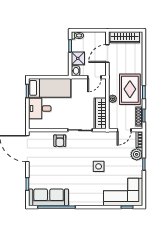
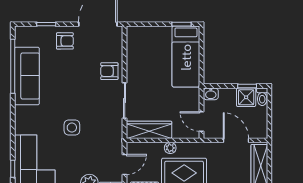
shower: (78, 58) -> (246, 97), moved
desk: (40, 109) -> (156, 42), removed
door: (124, 130) -> (125, 165), swing flipped
armchair: (39, 171) -> (65, 41), added
sofa: (49, 197) -> (27, 76), moved

